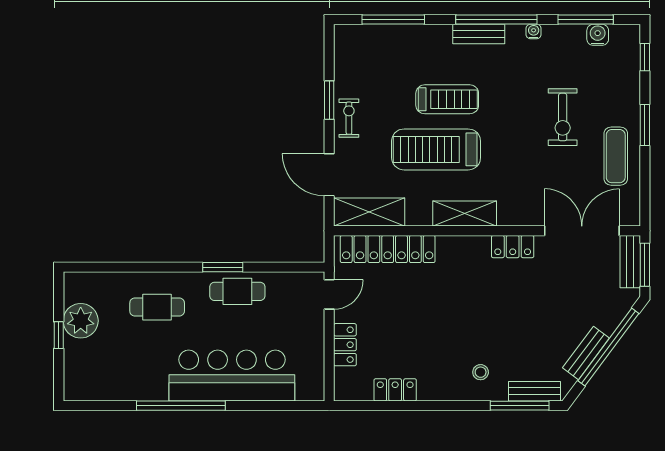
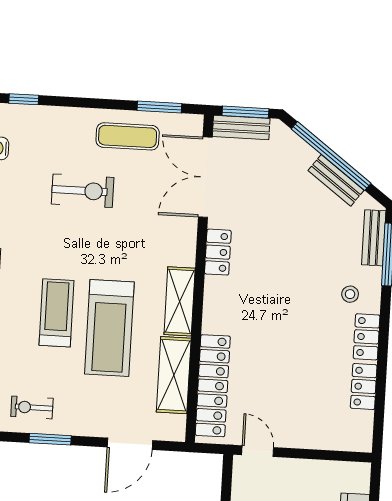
exercise bike: (349, 118) -> (32, 407), moved
window: (645, 125) -> (159, 107), moved
shelving: (369, 212) -> (174, 375), moved
locker: (345, 345) -> (367, 337), moved, turned -90

